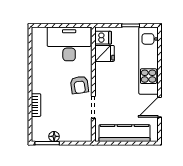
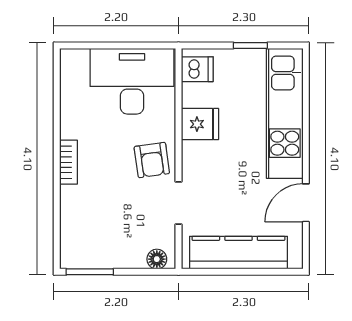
fridge: (104, 53) -> (200, 124), moved
bookcase: (36, 105) -> (68, 162), moved
floor lamp: (54, 136) -> (157, 259), moved

